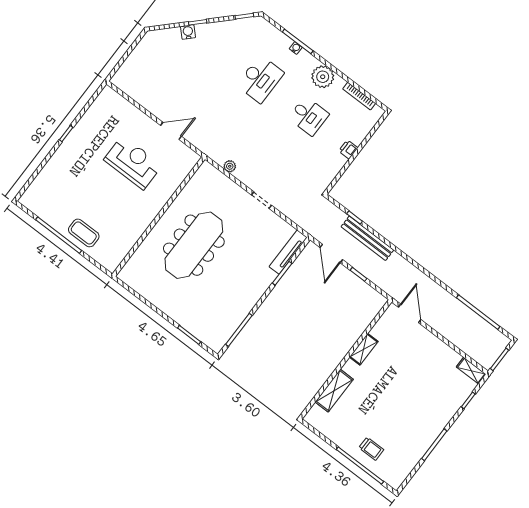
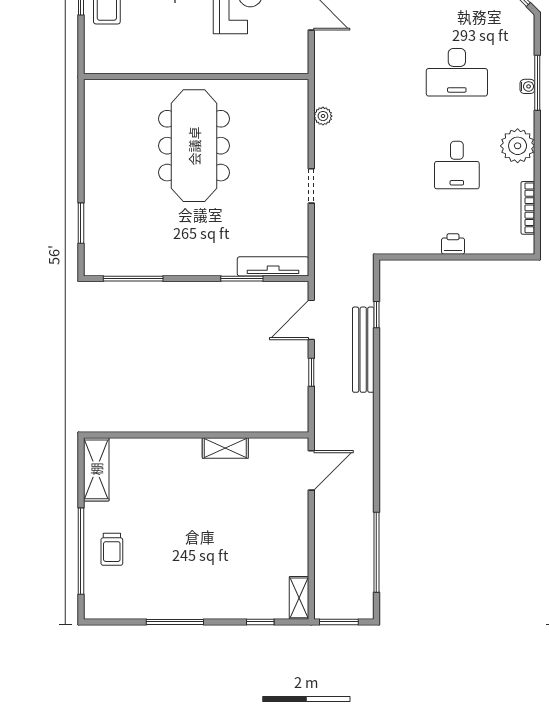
meeting table: (194, 245) -> (194, 146), turned 90
shelving: (334, 391) -> (96, 469), moved, turned 90

